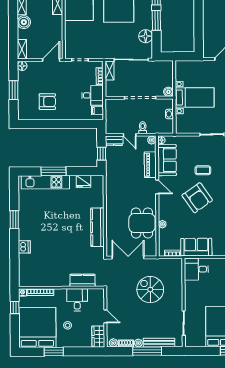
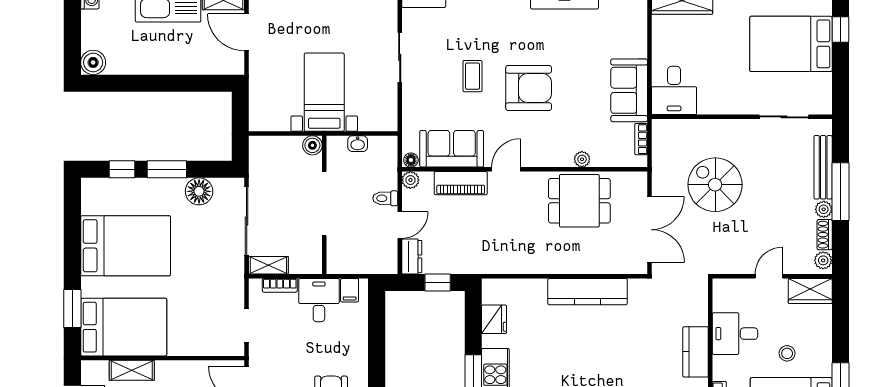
armchair: (197, 198) -> (529, 88), turned 35
double door: (128, 257) -> (649, 230), swing flipped
kitchen counter: (82, 280) -> (696, 352), moved
spiral stairs: (150, 290) -> (715, 185), turned 90

